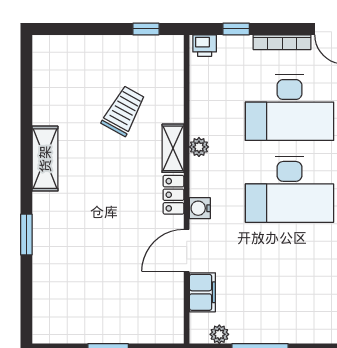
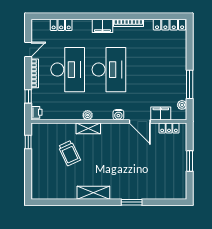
trolley: (124, 111) -> (69, 153), turned -144
locker: (173, 195) -> (169, 128), moved

